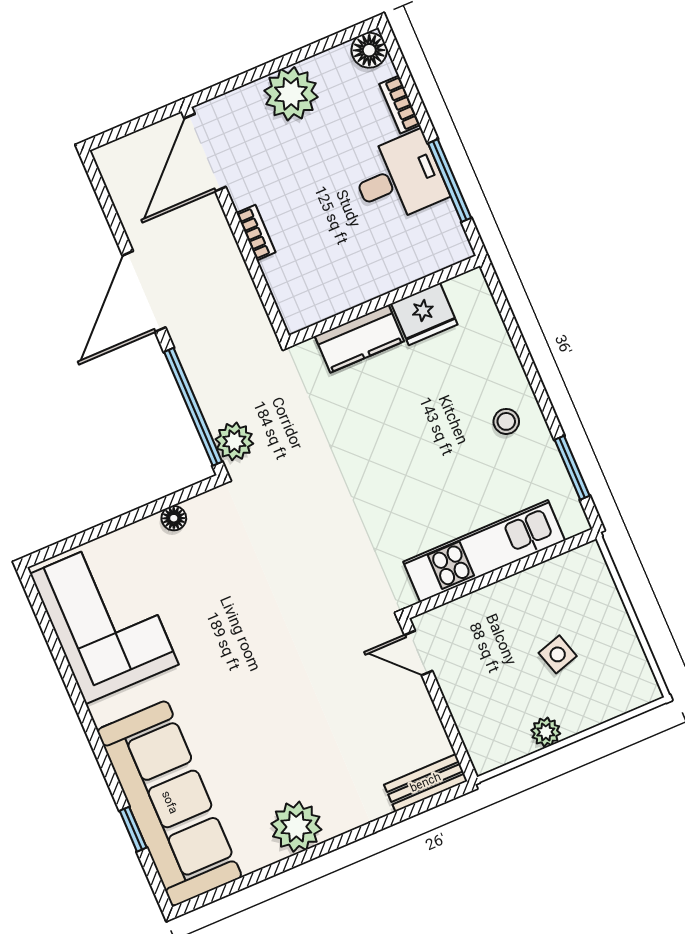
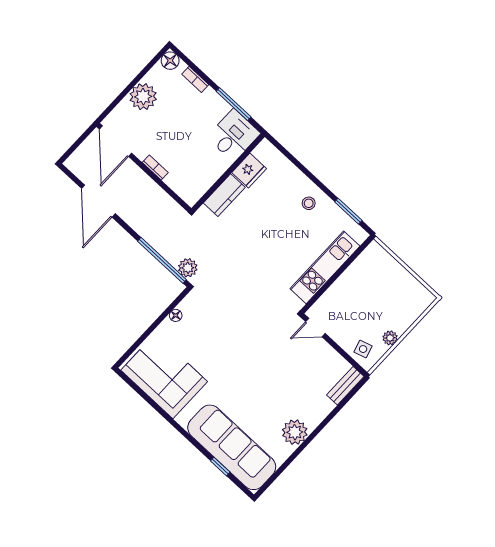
desk: (399, 178) -> (233, 135), moved
door: (144, 291) -> (98, 201), moved
side table: (558, 654) -> (363, 349), moved

